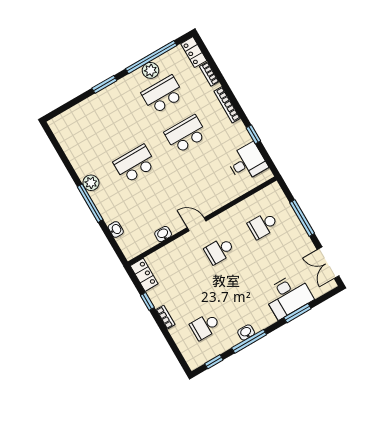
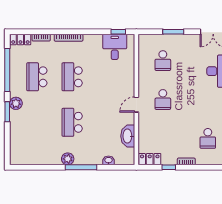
plant: (151, 70) -> (16, 103), moved
window: (253, 134) -> (118, 32), moved
window: (302, 218) -> (173, 32), width x0.69
washbasin: (163, 234) -> (128, 136), width x1.91, depth x1.45

